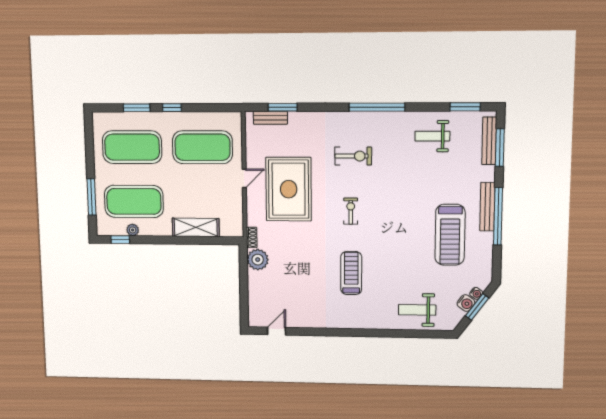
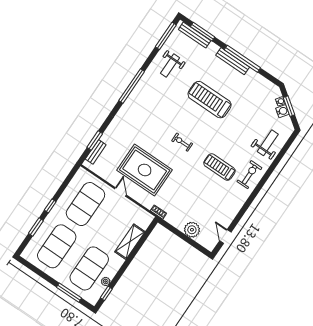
window: (465, 107) -> (166, 36), width x1.44
exercise bike: (353, 156) -> (249, 175), moved
treadmill: (450, 235) -> (210, 100), moved, turned 180
plant: (258, 260) -> (192, 230), moved
weight bench: (417, 310) -> (268, 143), turned 180

